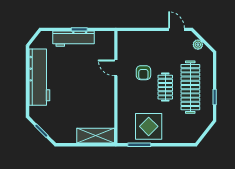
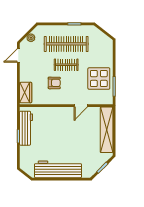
wardrobe: (132, 38) -> (26, 93), added
workbench: (73, 39) -> (26, 128), moved
door: (116, 68) -> (81, 106), moved
shelving: (96, 136) -> (107, 130), width x1.47

